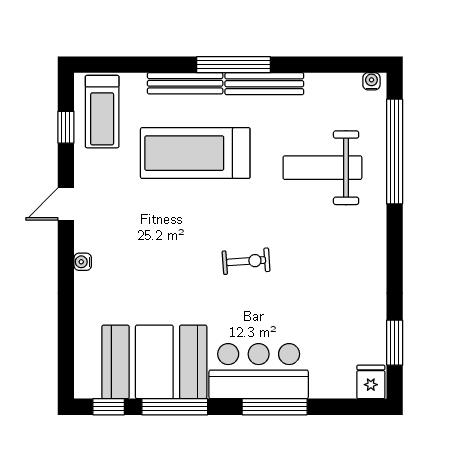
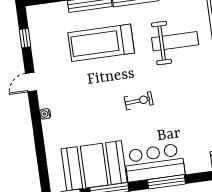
treadmill: (102, 112) -> (45, 26), removed
weight bench: (322, 168) -> (175, 41), turned 180

